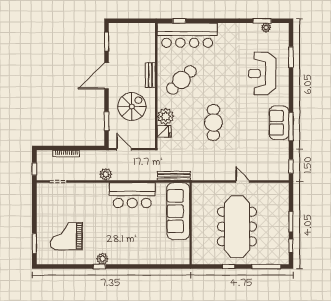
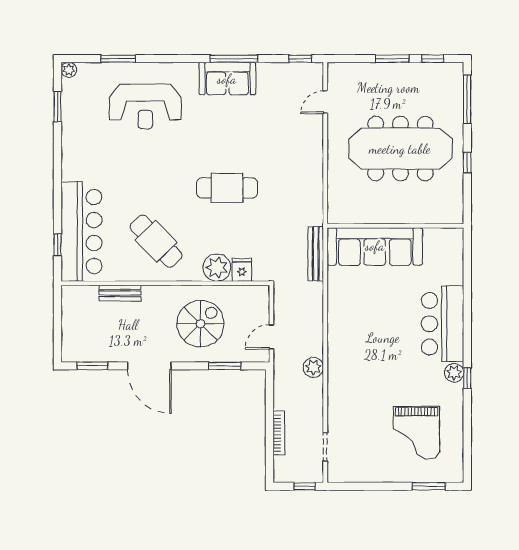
plant: (266, 28) -> (69, 70), moved
bench: (150, 75) -> (120, 293), moved
spiral stairs: (132, 107) -> (200, 324), turned 90
door: (243, 181) -> (325, 102), moved
bar counter: (132, 195) -> (443, 324), moved, turned 180

